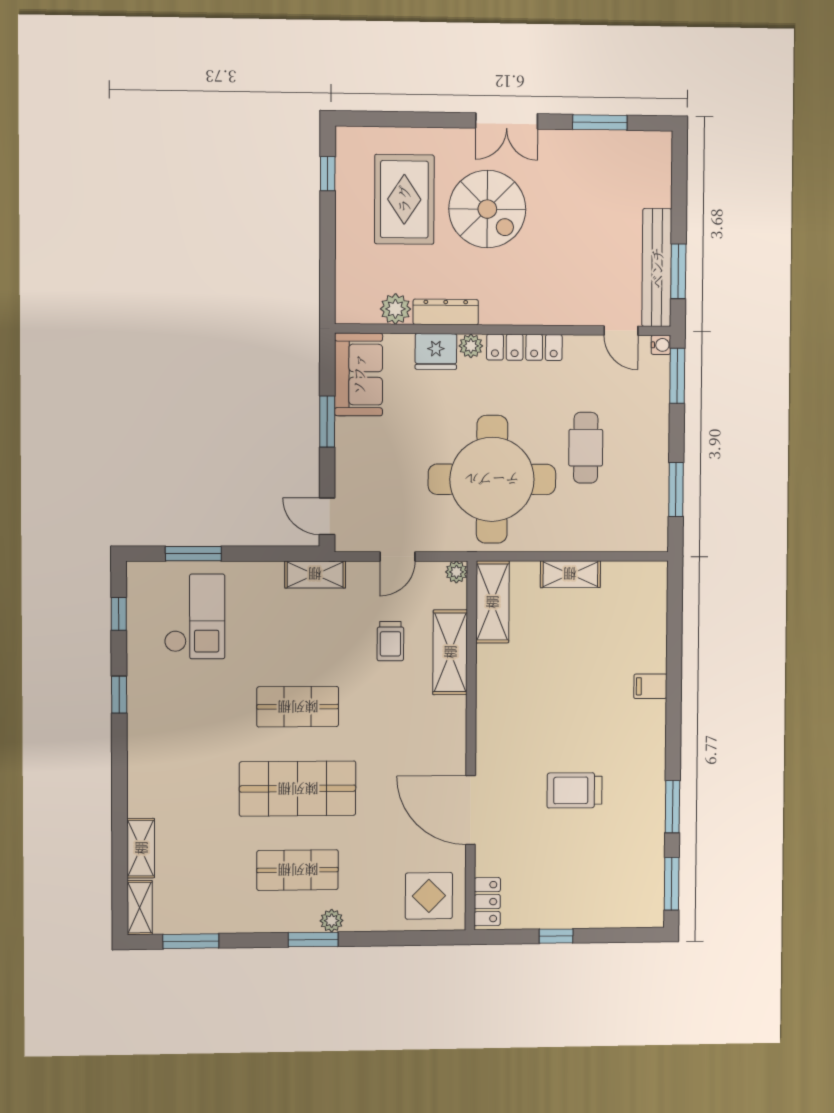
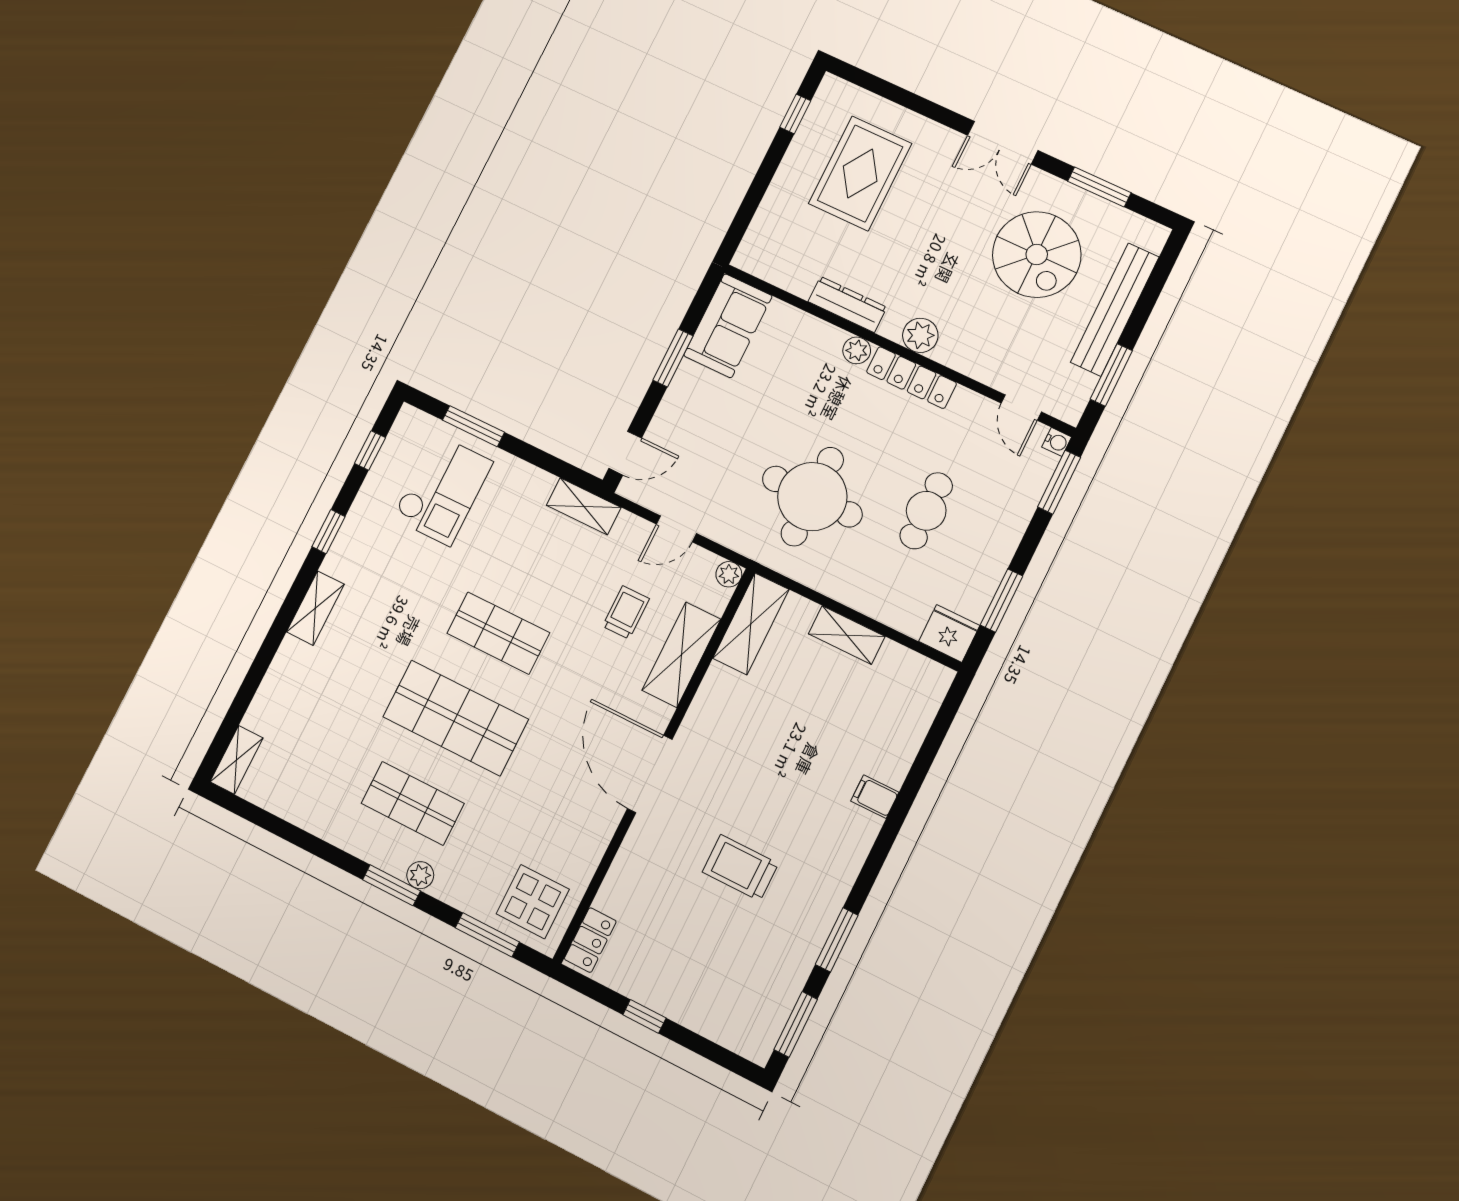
spiral stairs: (487, 209) -> (1037, 255), moved
bench: (657, 268) -> (1115, 310), moved
plant: (395, 309) -> (920, 335), moved
fridge: (436, 351) -> (949, 633), moved, turned 180
round table: (492, 479) -> (812, 497), width x0.73, depth x0.73
door: (327, 516) -> (625, 453), swing flipped
trolley: (390, 641) -> (626, 612), turned 180
door: (471, 810) -> (650, 774), moved
shelving: (141, 848) -> (315, 608), moved
window: (191, 941) -> (487, 935), moved

